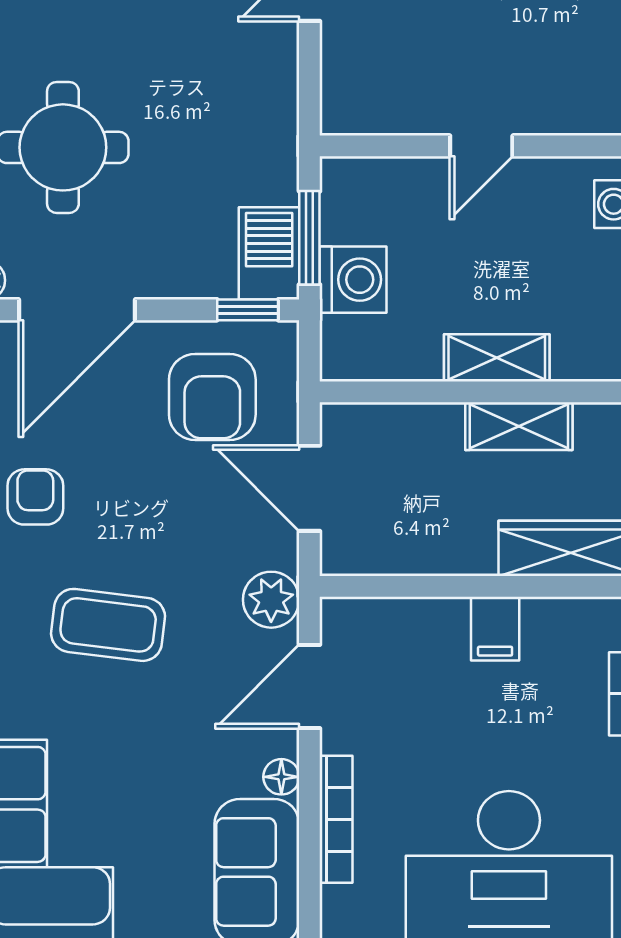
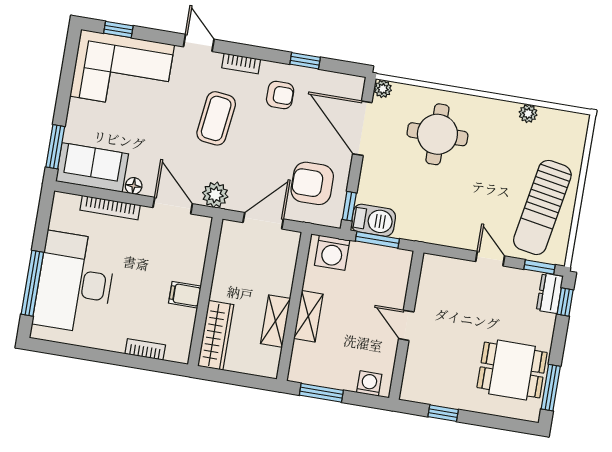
washing machine: (353, 280) -> (332, 253), moved

